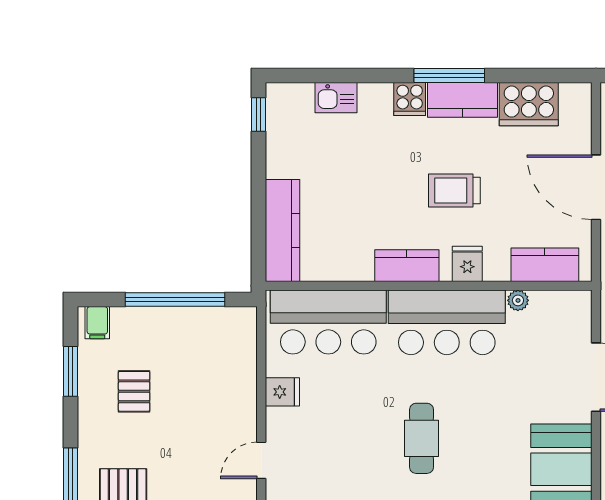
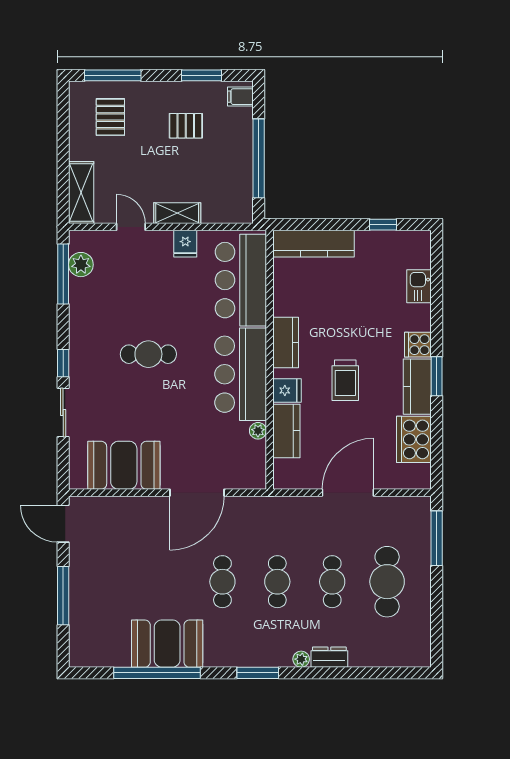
window: (449, 76) -> (437, 376), width x0.69
window: (259, 114) -> (383, 225), moved
trolley: (454, 190) -> (345, 380), turned 180
kitchen counter: (545, 265) -> (286, 431), moved
shelving: (244, 402) -> (177, 213), added

